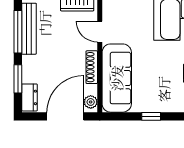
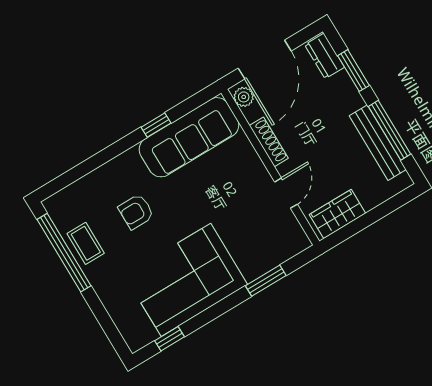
door: (100, 32) -> (286, 193), hinge flipped
sofa: (117, 78) -> (189, 137), moved, turned -90

